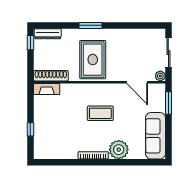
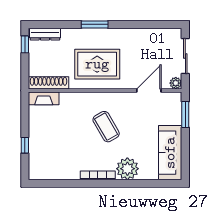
rug: (93, 60) -> (97, 64), turned 90
door: (137, 82) -> (149, 90), swing flipped
coffee table: (100, 113) -> (106, 127), turned 60

